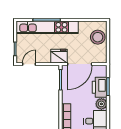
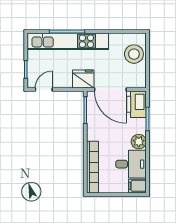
door: (80, 64) -> (110, 90), hinge flipped
printer: (100, 87) -> (137, 104), moved

